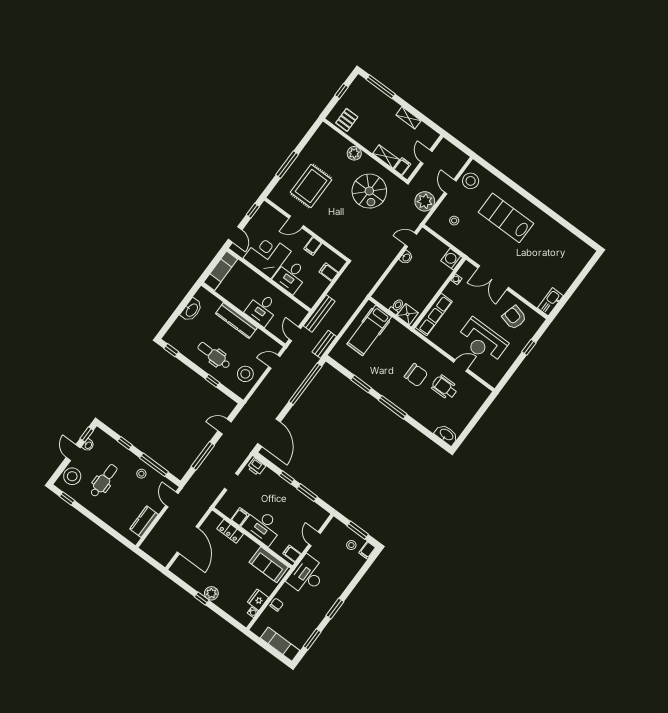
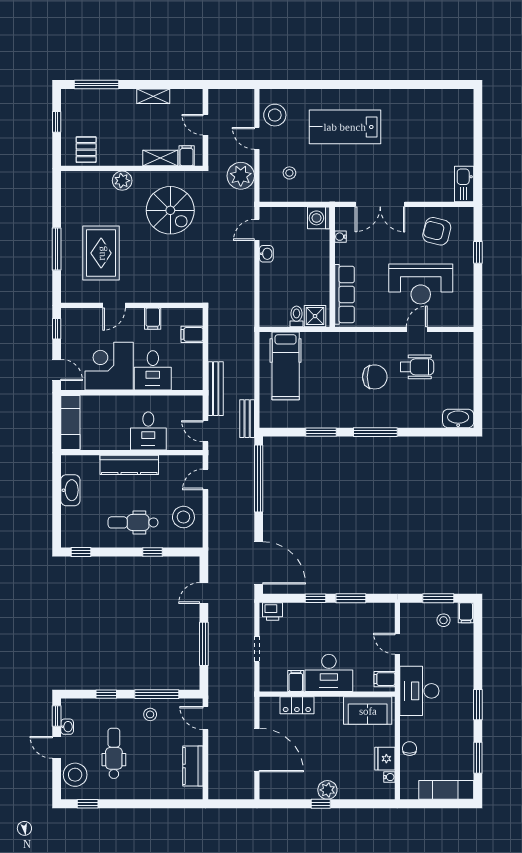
wheelchair: (445, 387) -> (417, 367), turned 180

